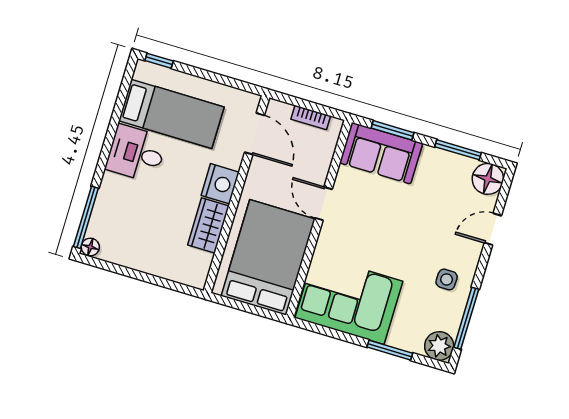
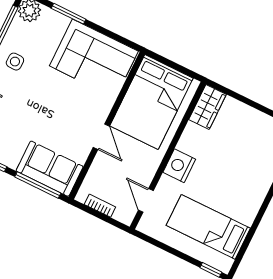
window: (393, 130) -> (38, 185), width x1.44
door: (255, 134) -> (146, 200), width x0.73
desk: (136, 153) -> (241, 200), removed
wardrobe: (208, 226) -> (208, 107), moved

